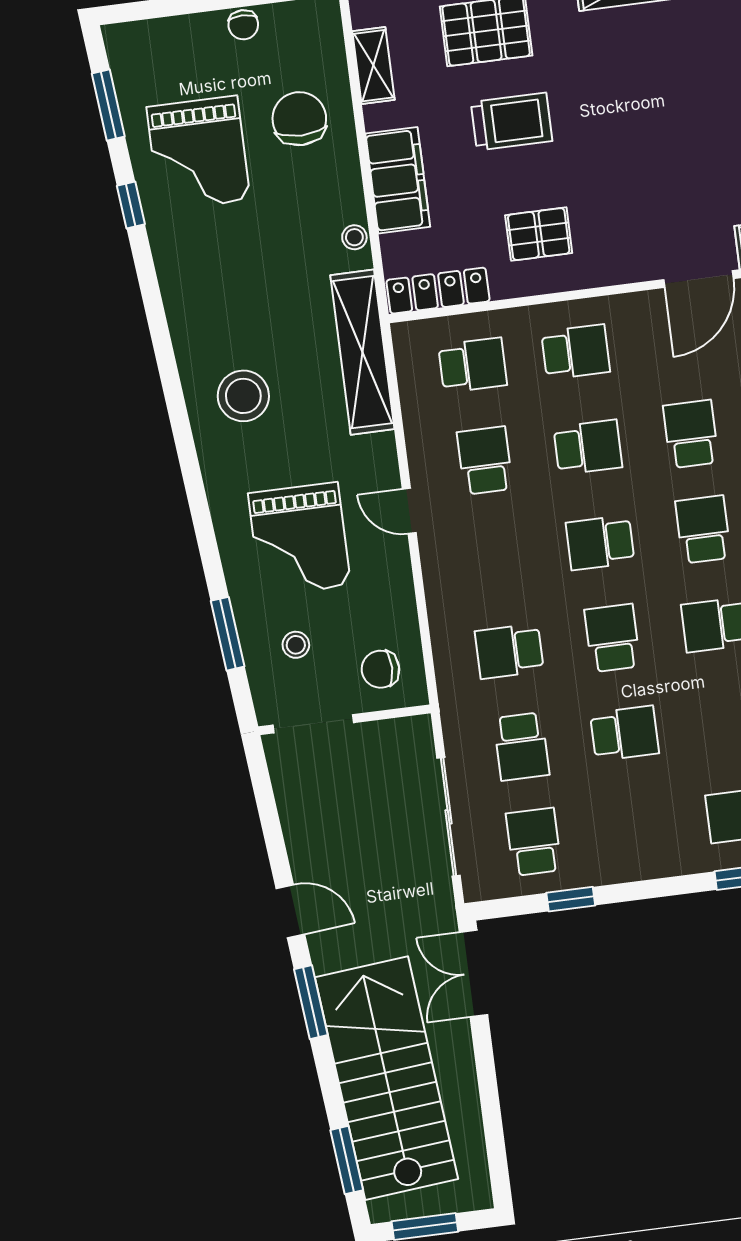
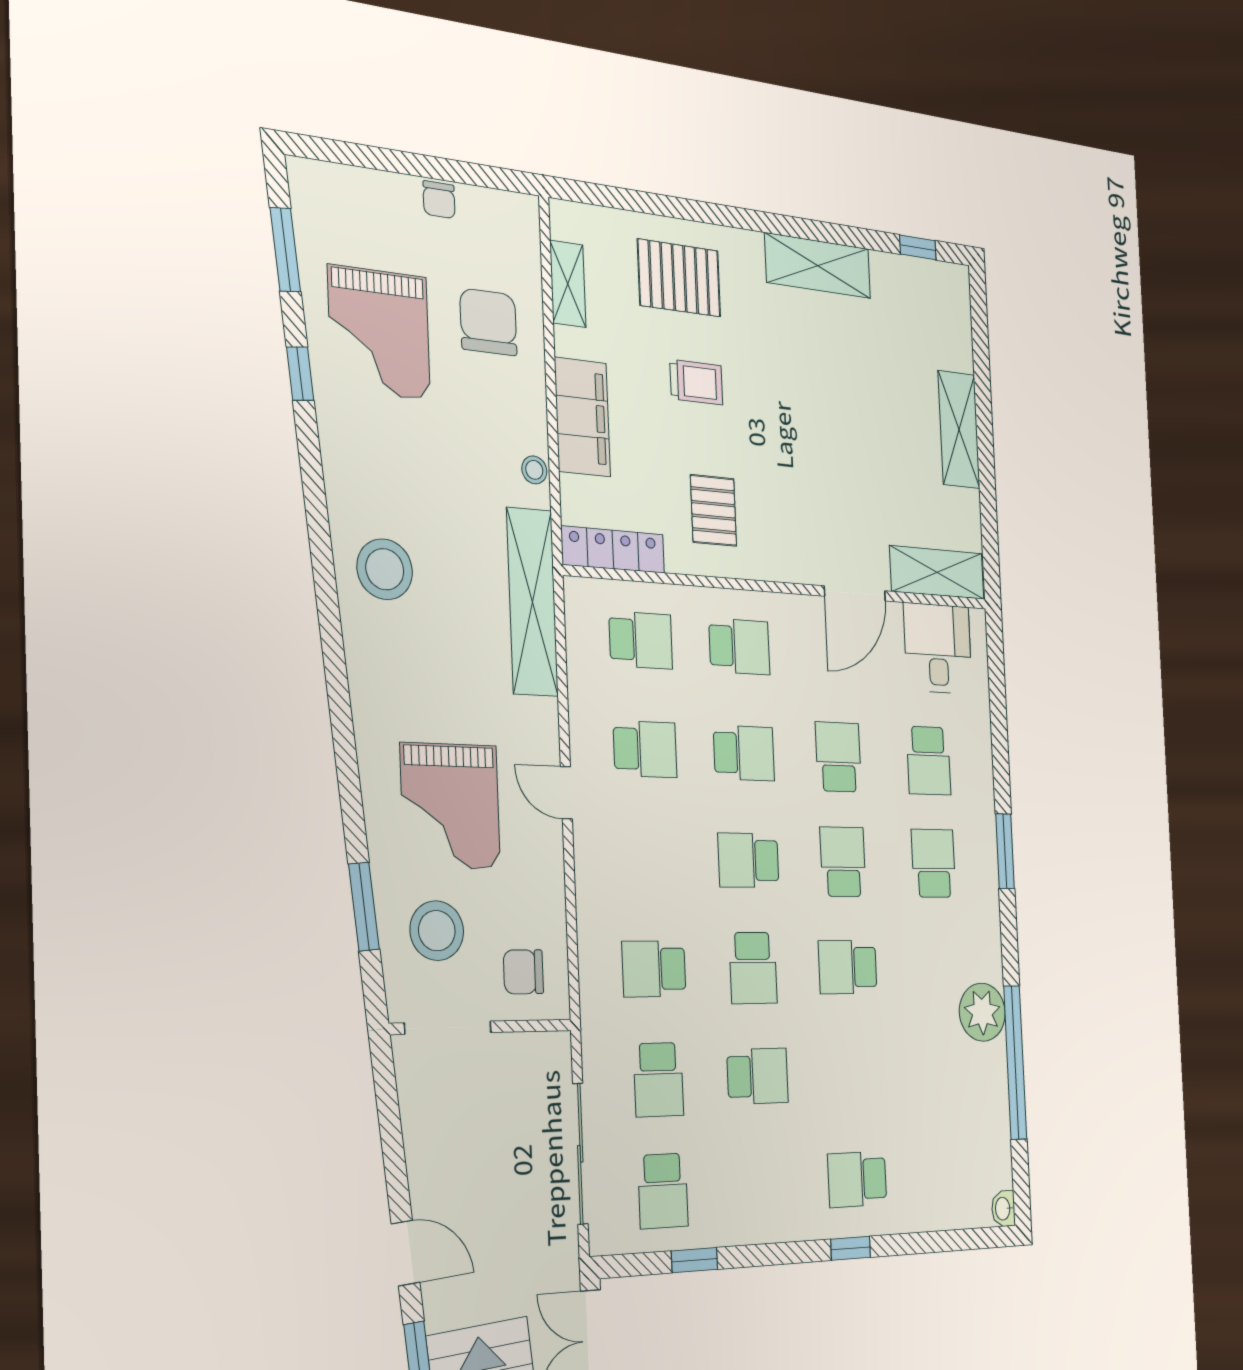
trolley: (512, 122) -> (696, 382), width x0.73, depth x0.72
pallet: (539, 234) -> (713, 510), turned 90
stool: (243, 396) -> (385, 569), moved
school desk: (485, 460) -> (645, 749), turned 90
school desk: (612, 638) -> (753, 968), turned 180
stool: (296, 645) -> (437, 931), width x1.89, depth x1.89
school desk: (534, 842) -> (663, 1191), turned 180

